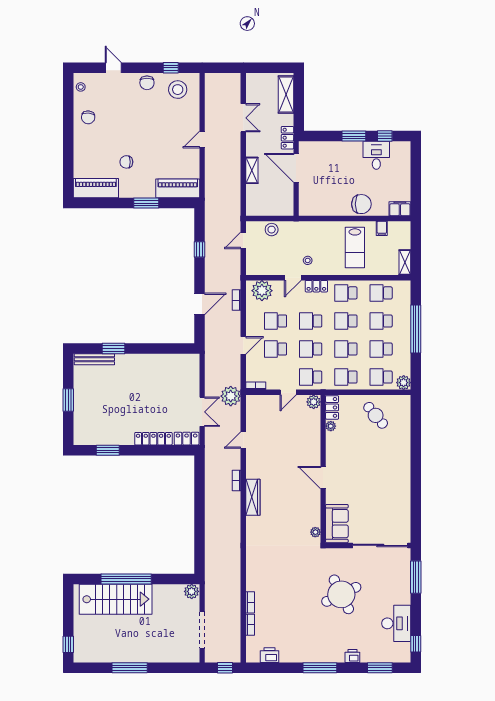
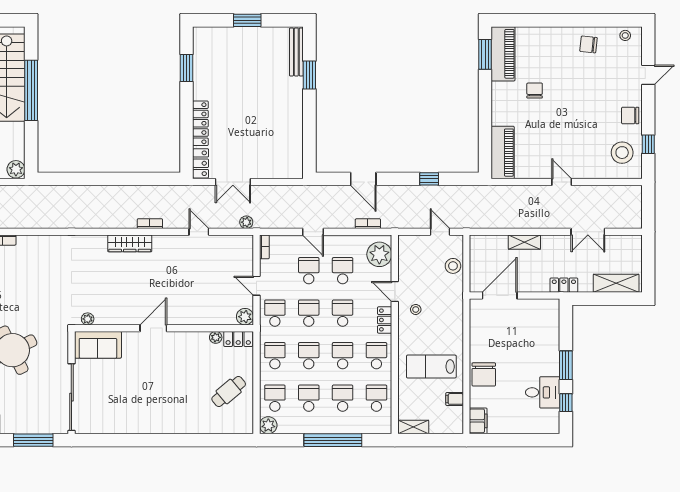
door: (296, 168) -> (500, 296), moved
window: (146, 203) -> (485, 54), moved
plant: (231, 396) -> (246, 222), width x0.53, depth x0.53

